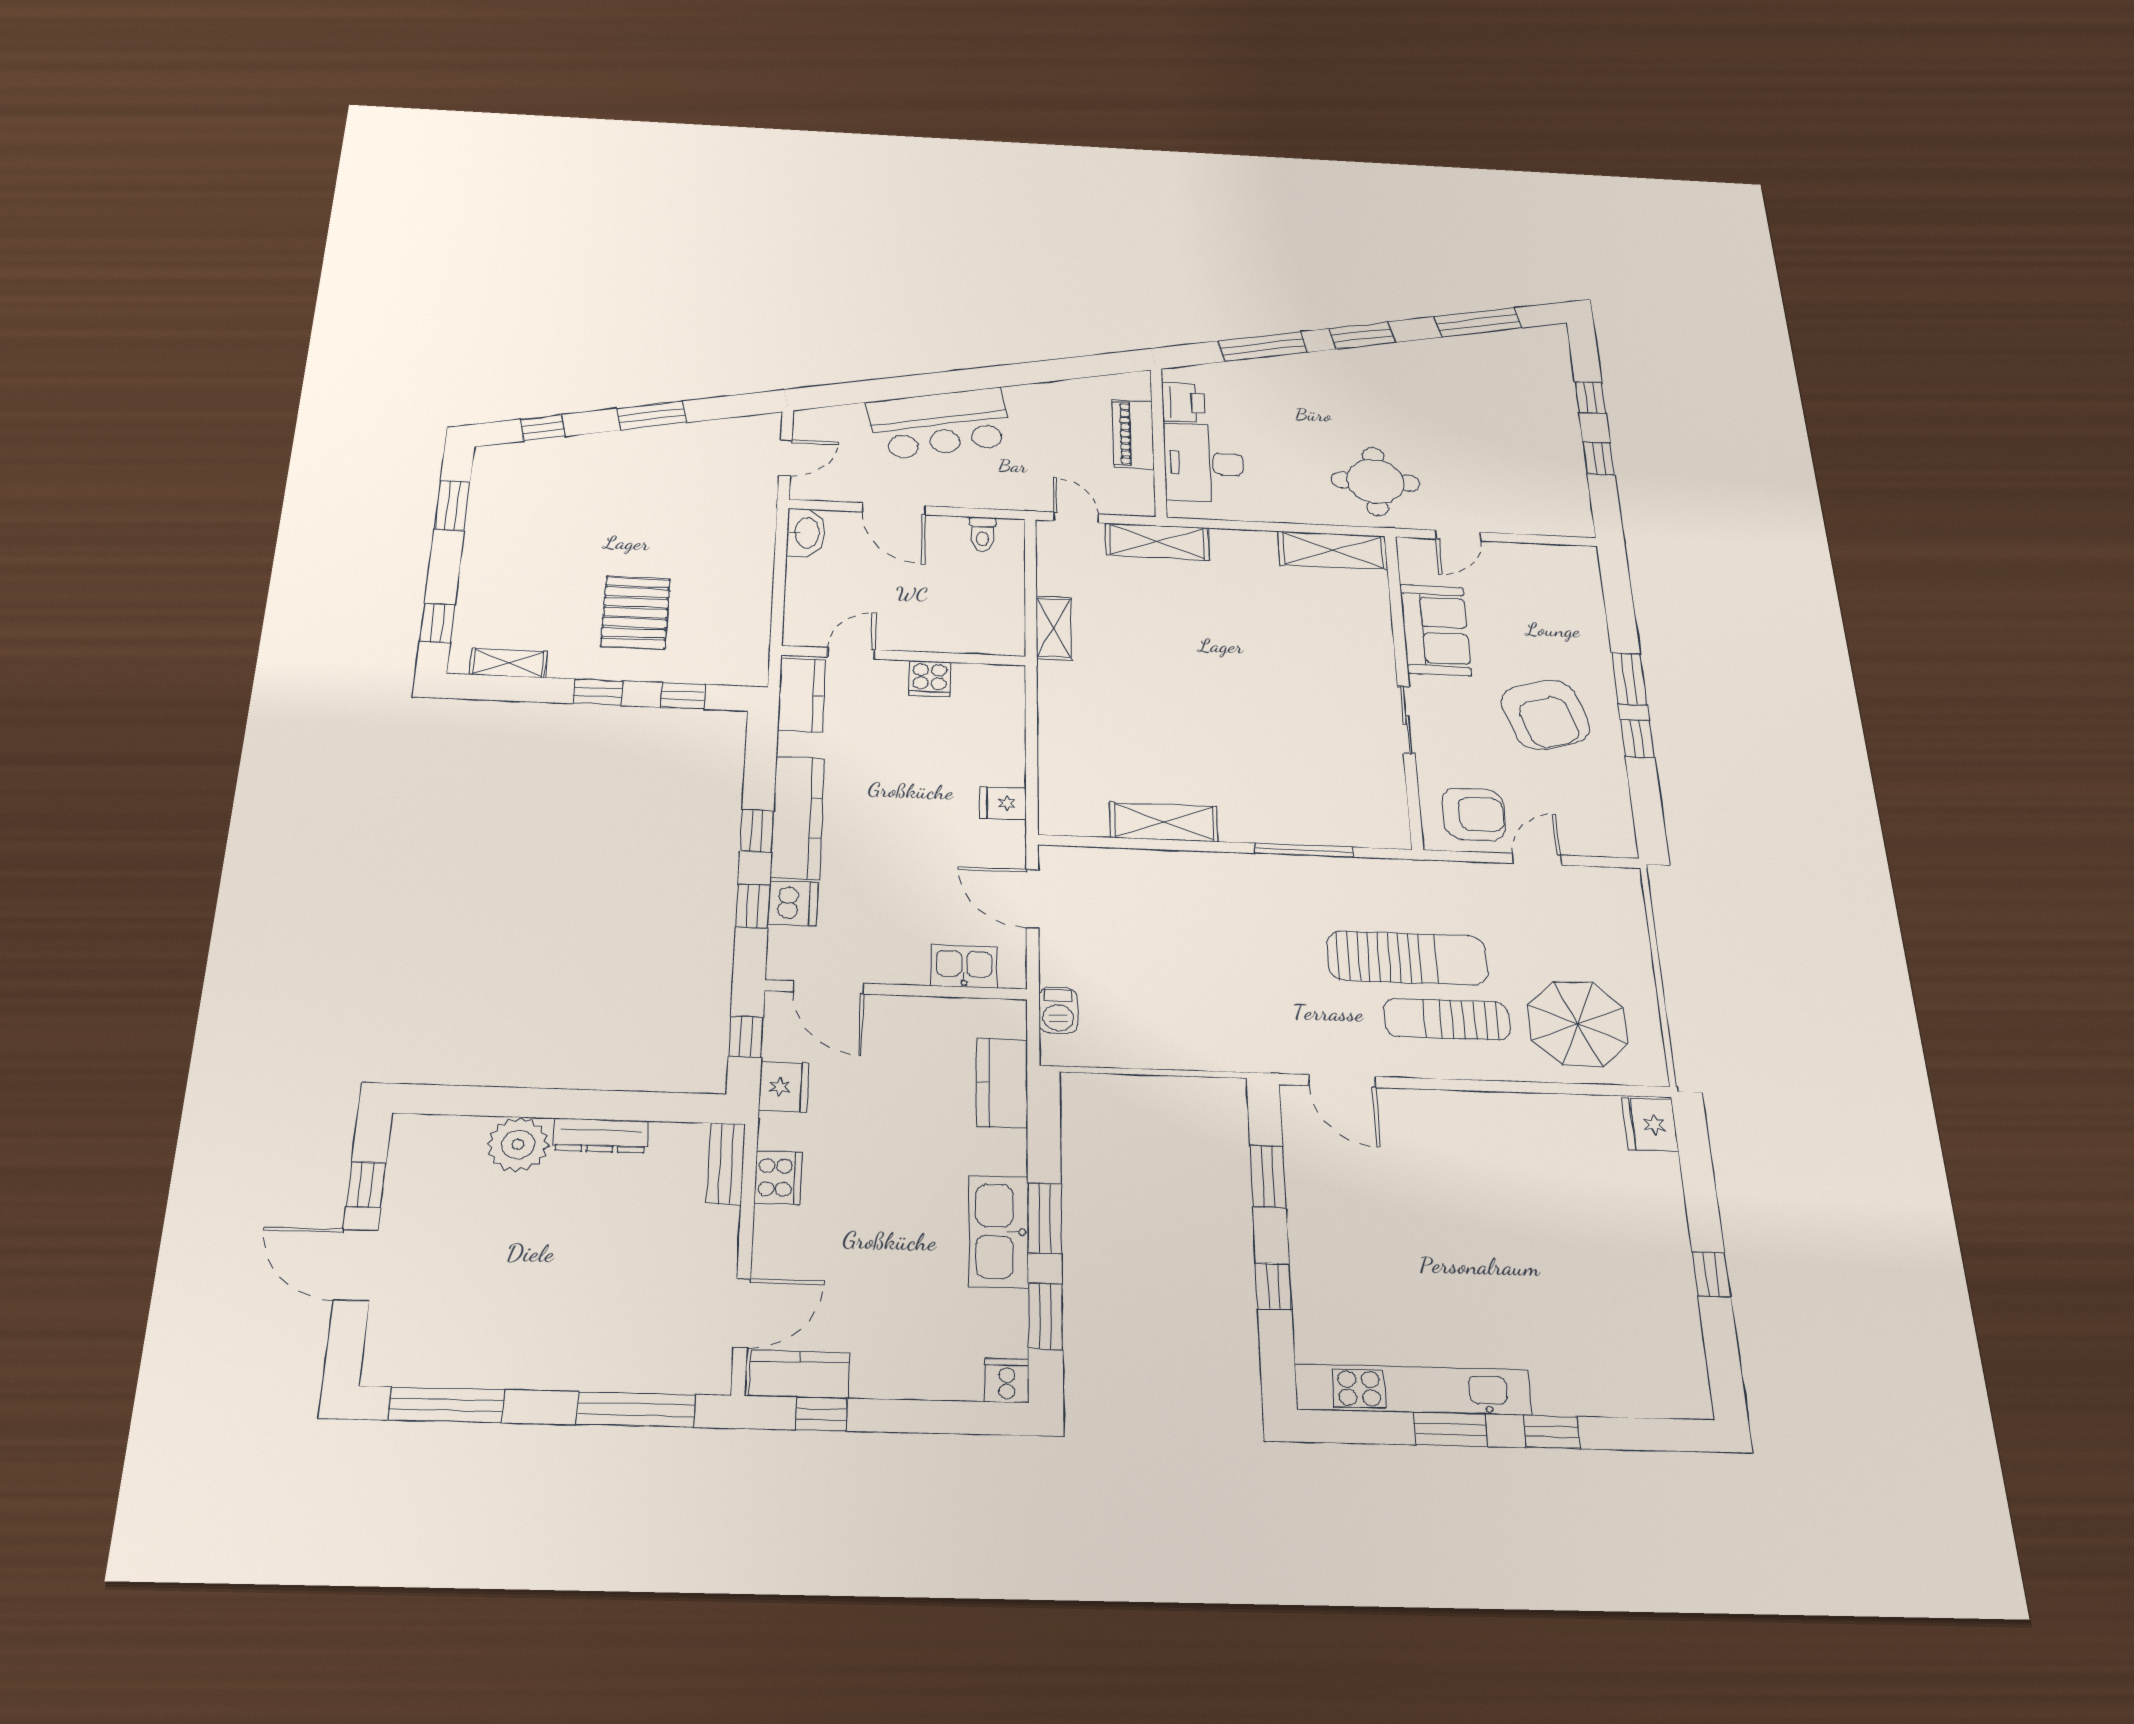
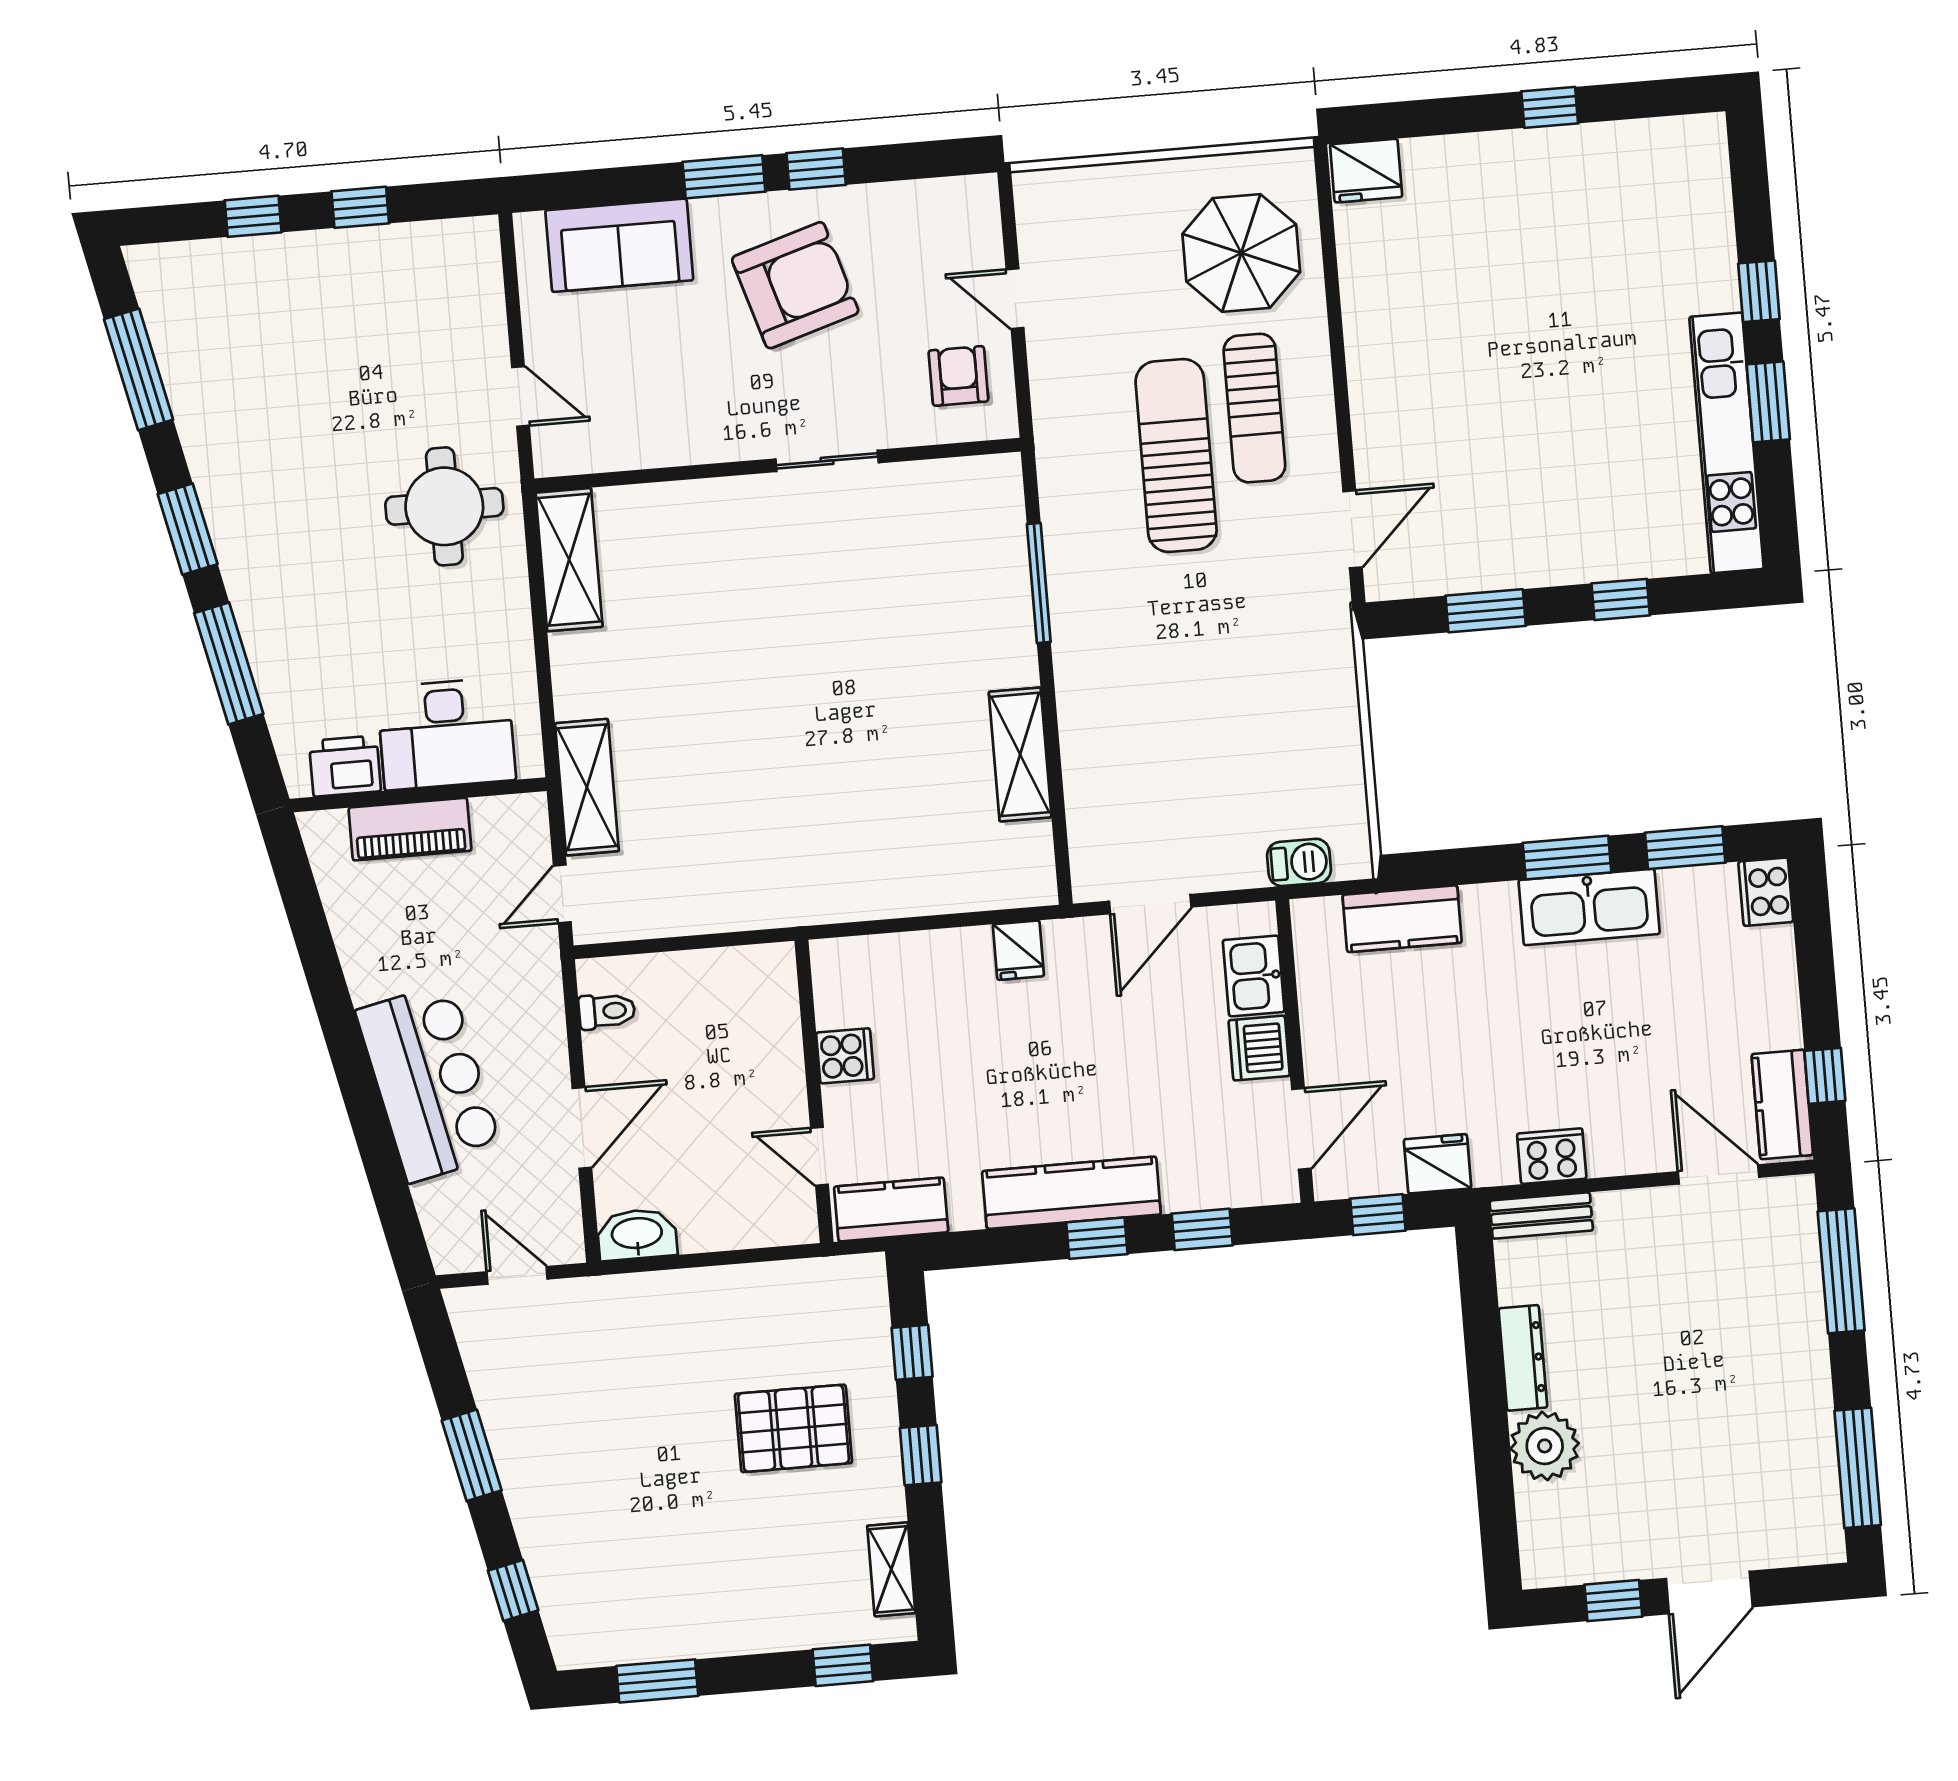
shelving: (1054, 628) -> (745, 909), removed
sofa: (1435, 630) -> (619, 245), moved, turned 180
armchair: (1474, 814) -> (958, 376), width x0.72, depth x0.72
dishwasher: (793, 903) -> (1259, 1048), moved, turned -90
cooker: (1007, 1381) -> (1766, 892), width x1.36

